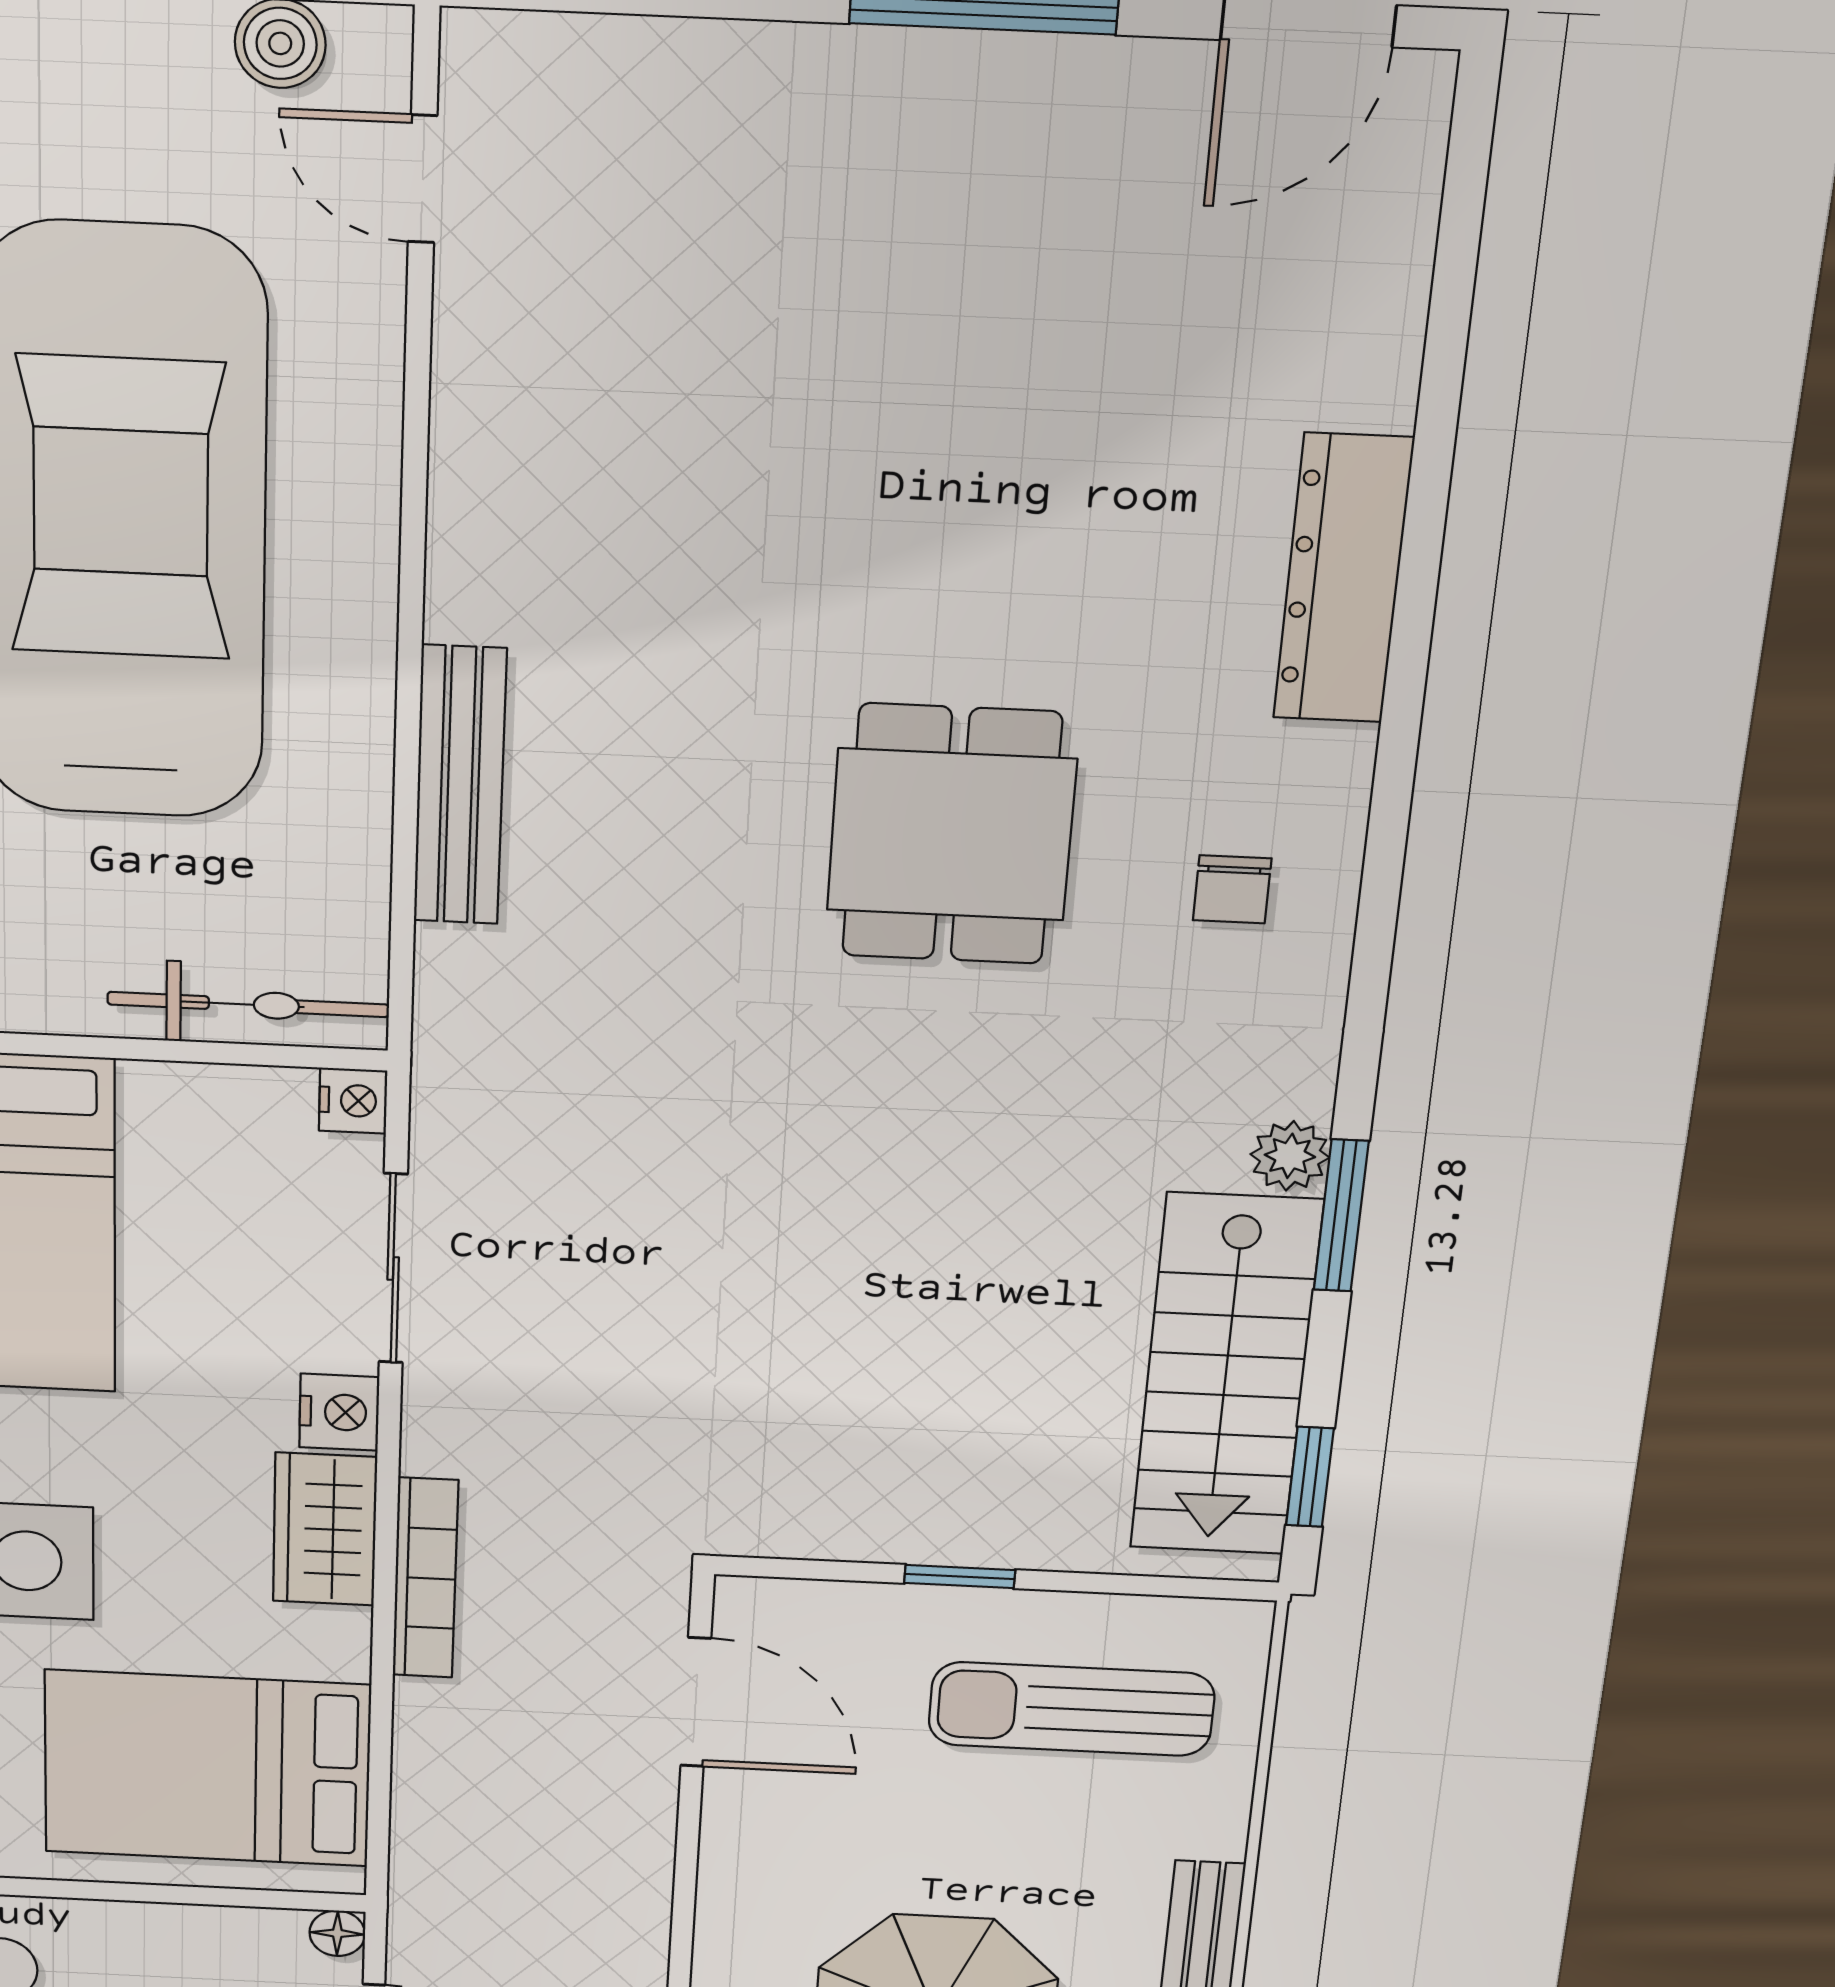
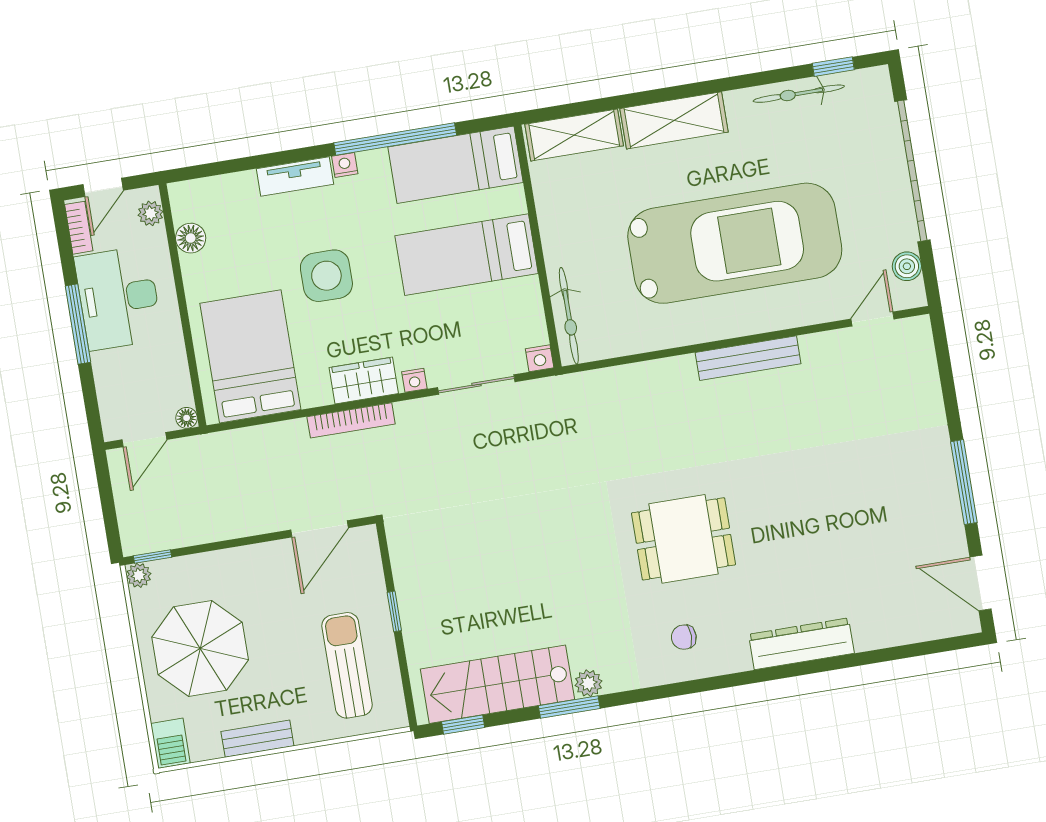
bench: (460, 786) -> (748, 358), moved
nightstand: (339, 1412) -> (414, 380), width x0.72, depth x0.74

